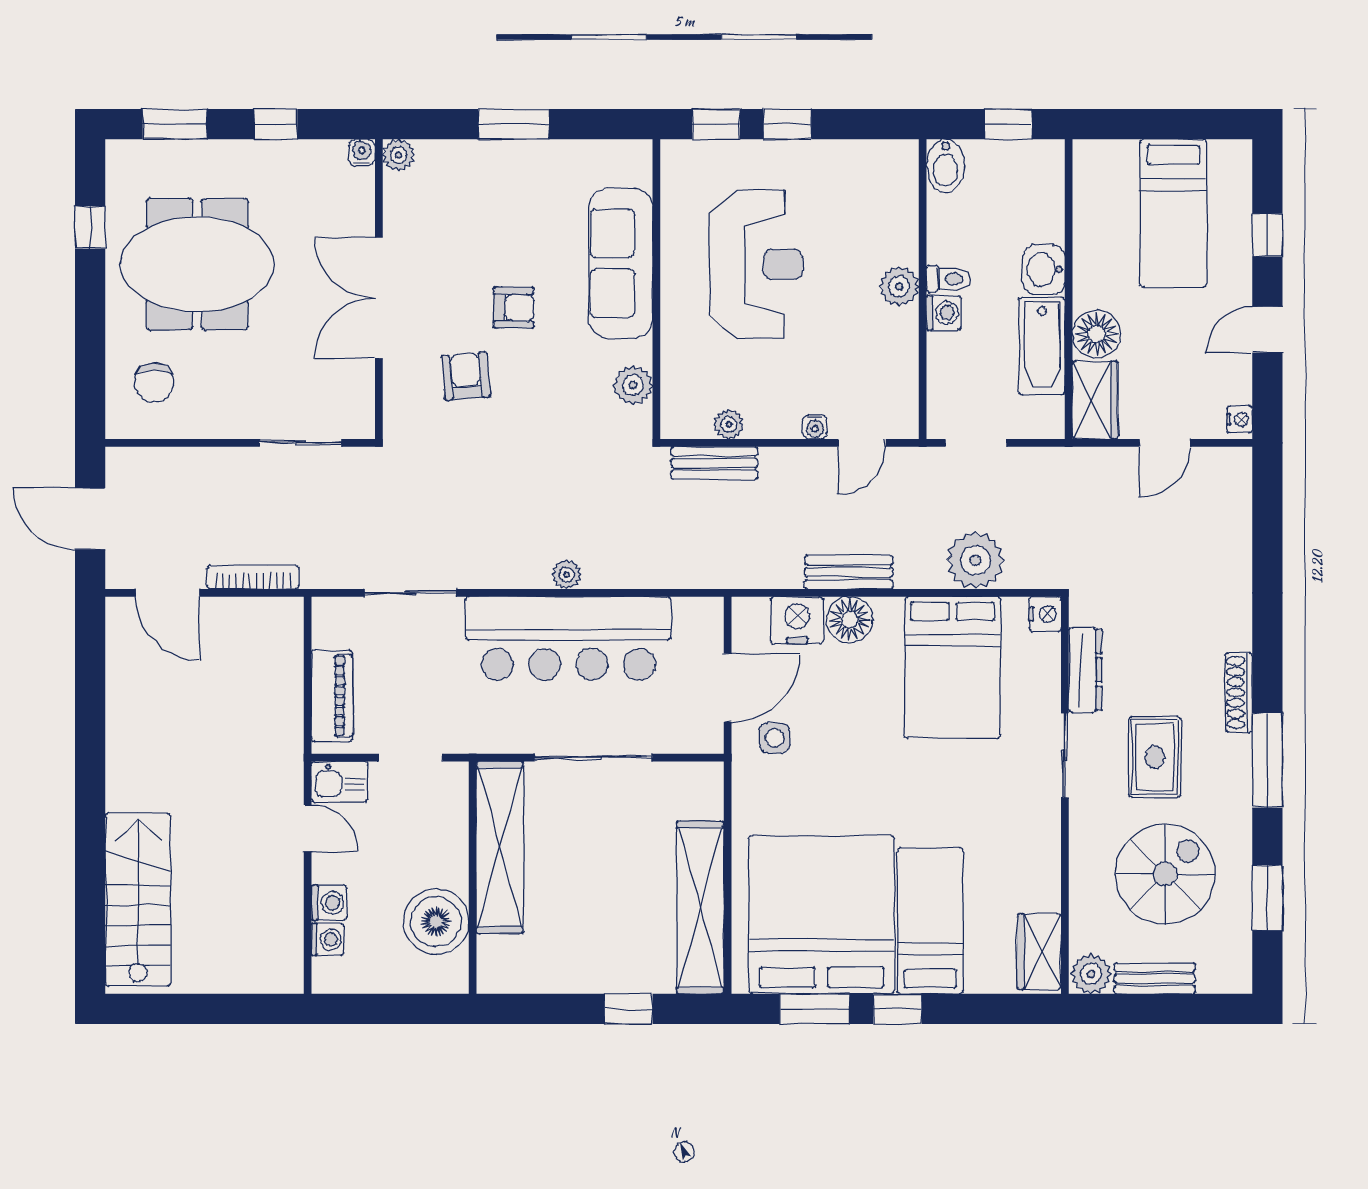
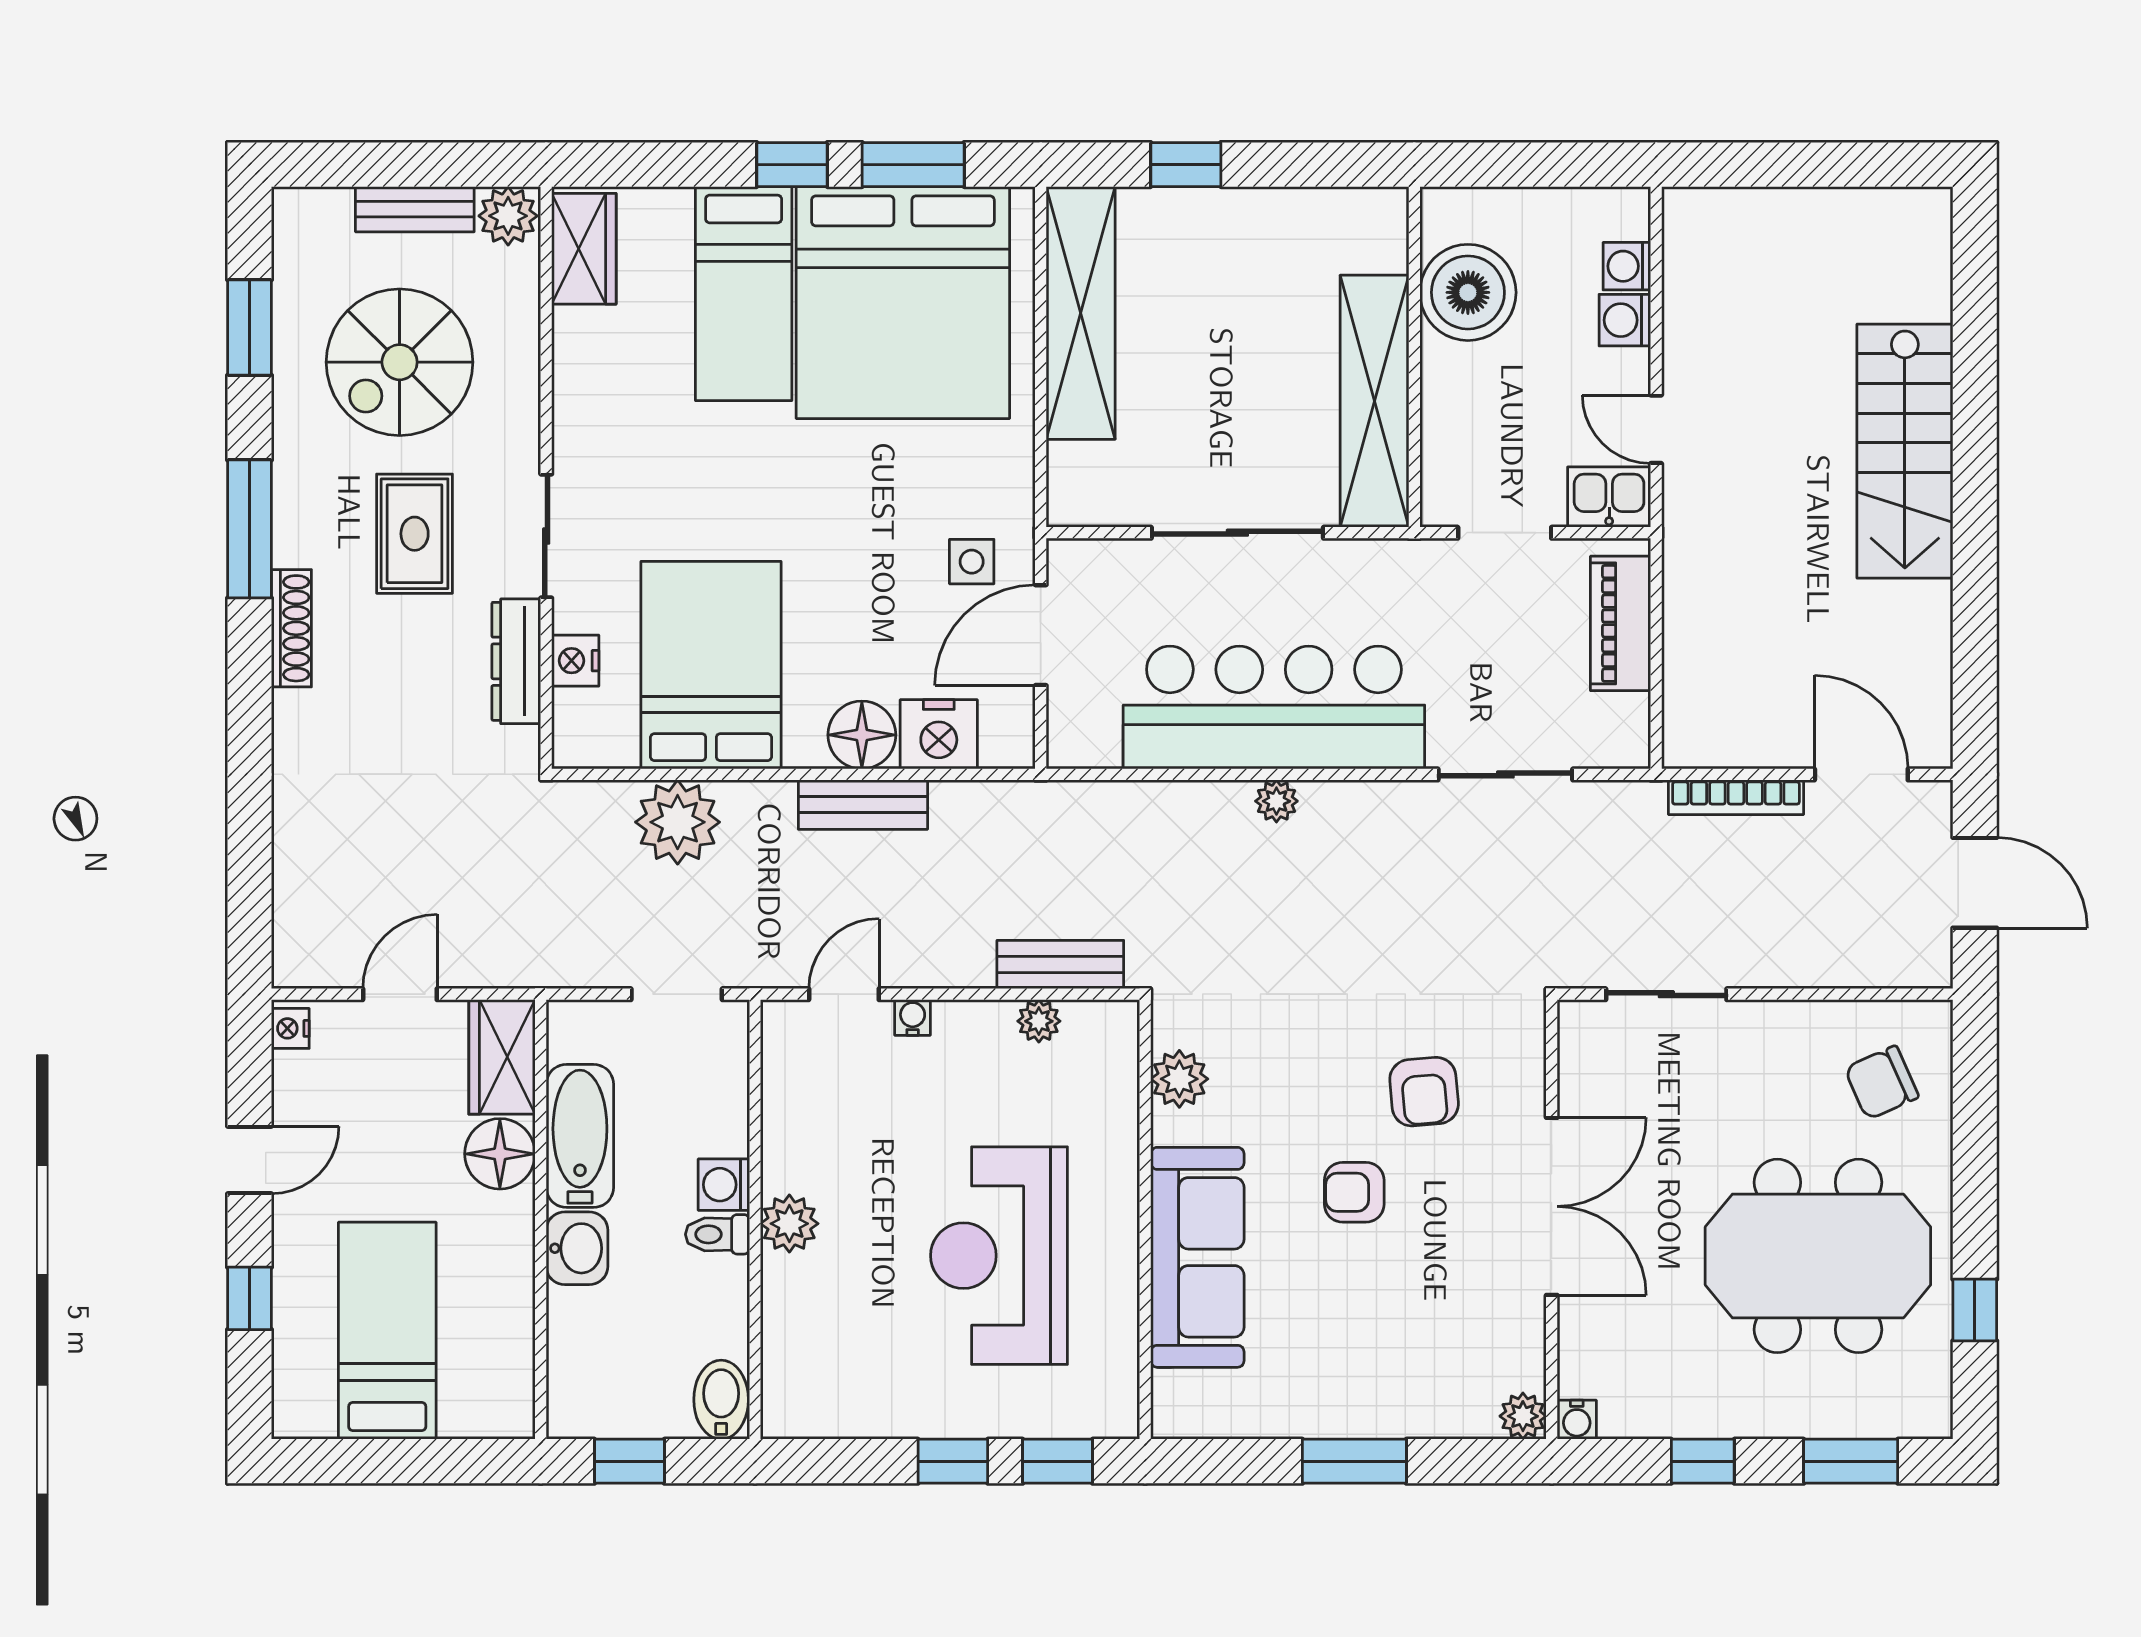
chair: (154, 382) -> (1882, 1083), turned -114
nightstand: (1045, 614) -> (575, 661), moved
stairs: (138, 900) -> (1905, 451), moved

